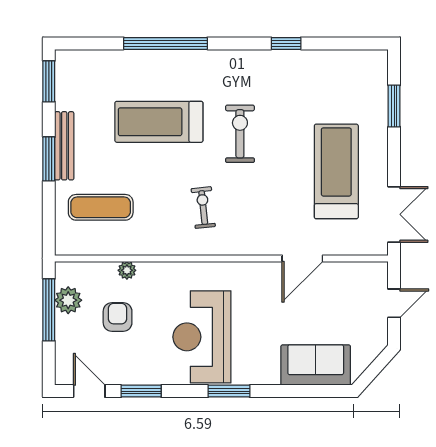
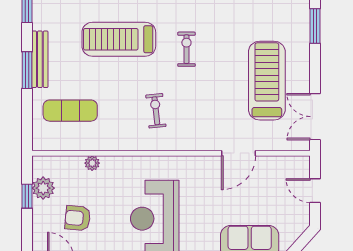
exercise bike: (240, 134) -> (186, 49), width x0.73, depth x0.72
double door: (394, 214) -> (315, 117), swing flipped
door: (394, 303) -> (315, 191), swing flipped
window: (49, 310) -> (27, 196), width x0.46
armchair: (118, 317) -> (78, 218), moved, turned -85

